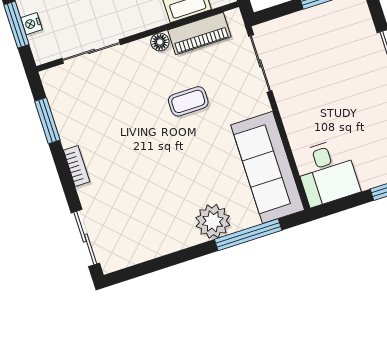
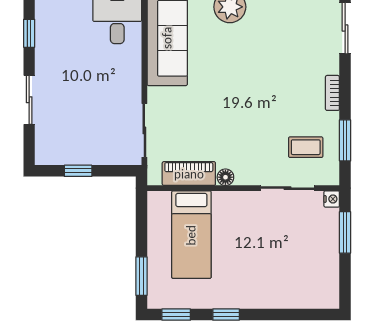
nightstand: (31, 24) -> (332, 199), moved
coffee table: (188, 101) -> (306, 147), moved

